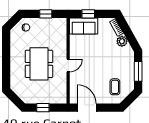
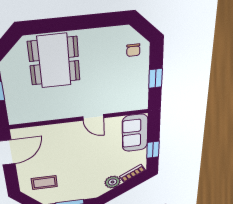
window: (88, 14) -> (153, 150), moved
dining table: (39, 64) -> (54, 61), moved, turned 90
door: (68, 65) -> (93, 117), moved

